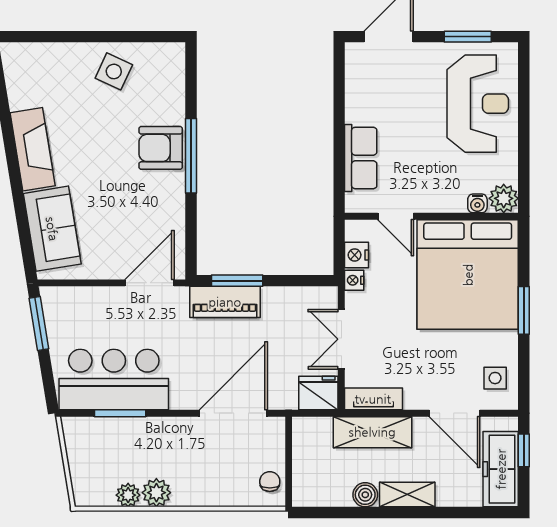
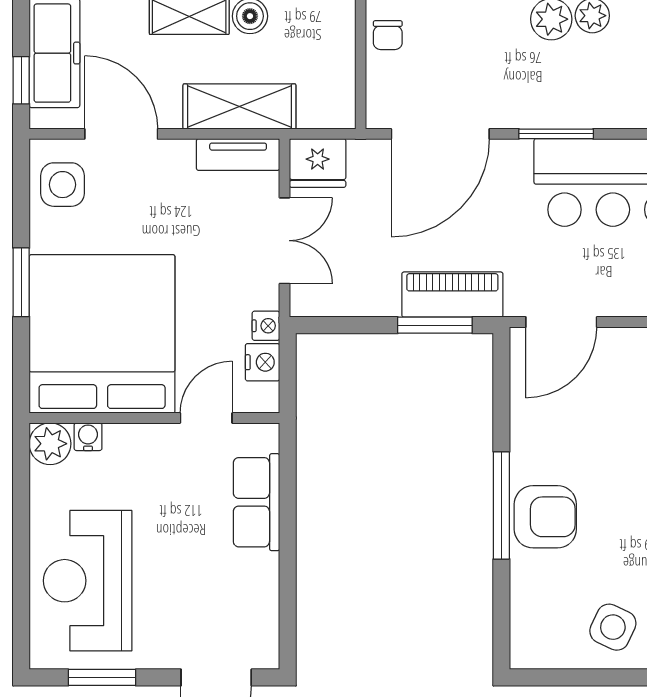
door: (396, 216) -> (206, 418), hinge flipped
side table: (495, 378) -> (63, 185), width x1.37, depth x1.37
window: (120, 413) -> (556, 134), moved

